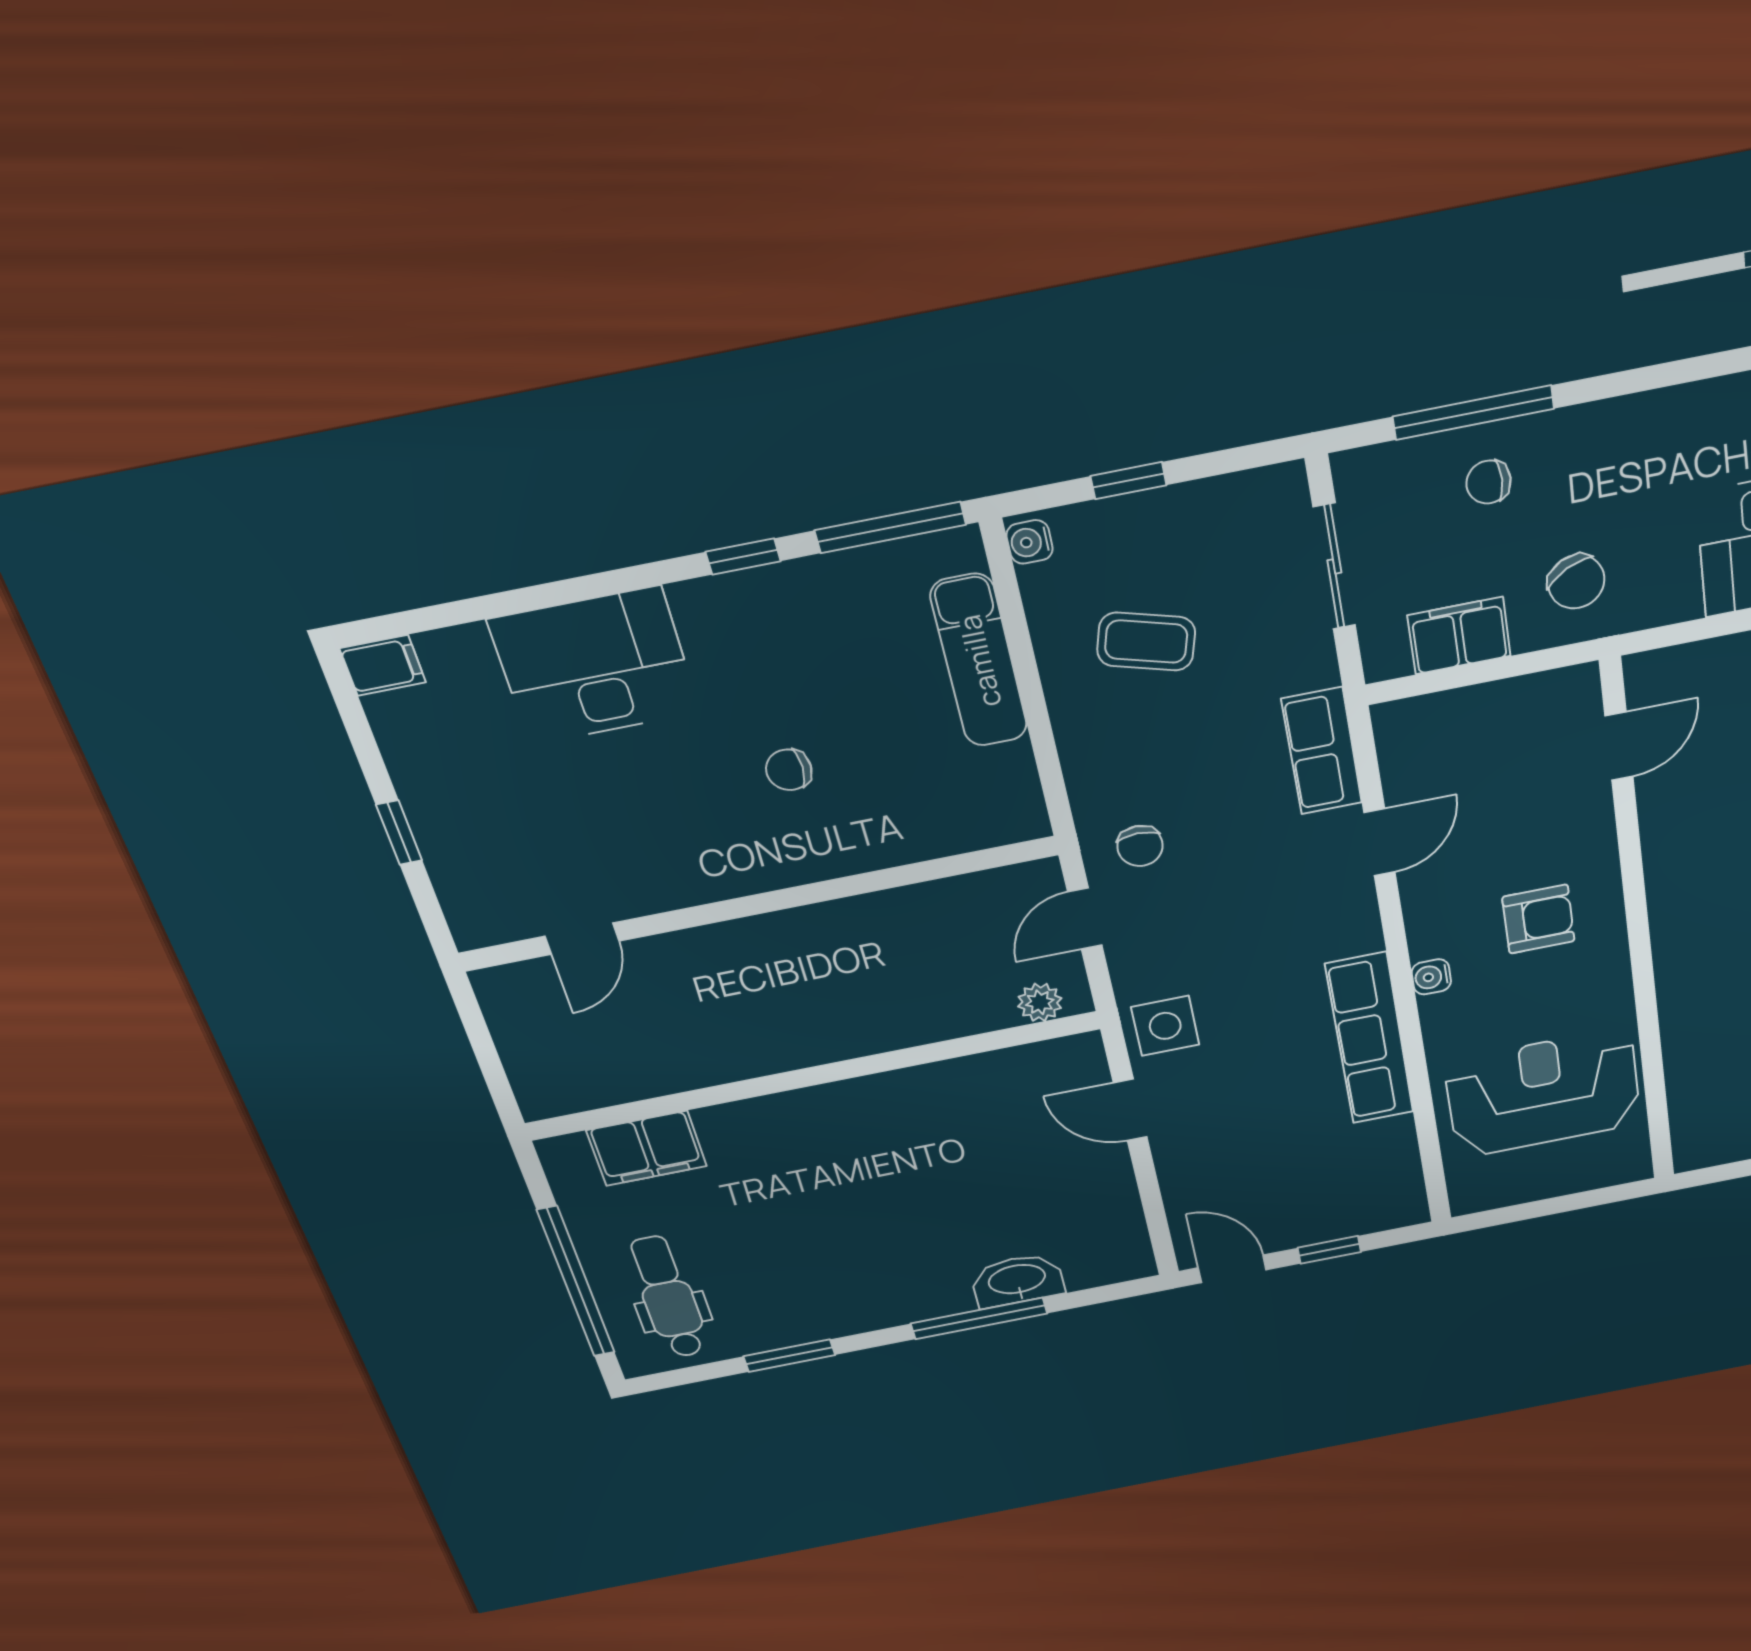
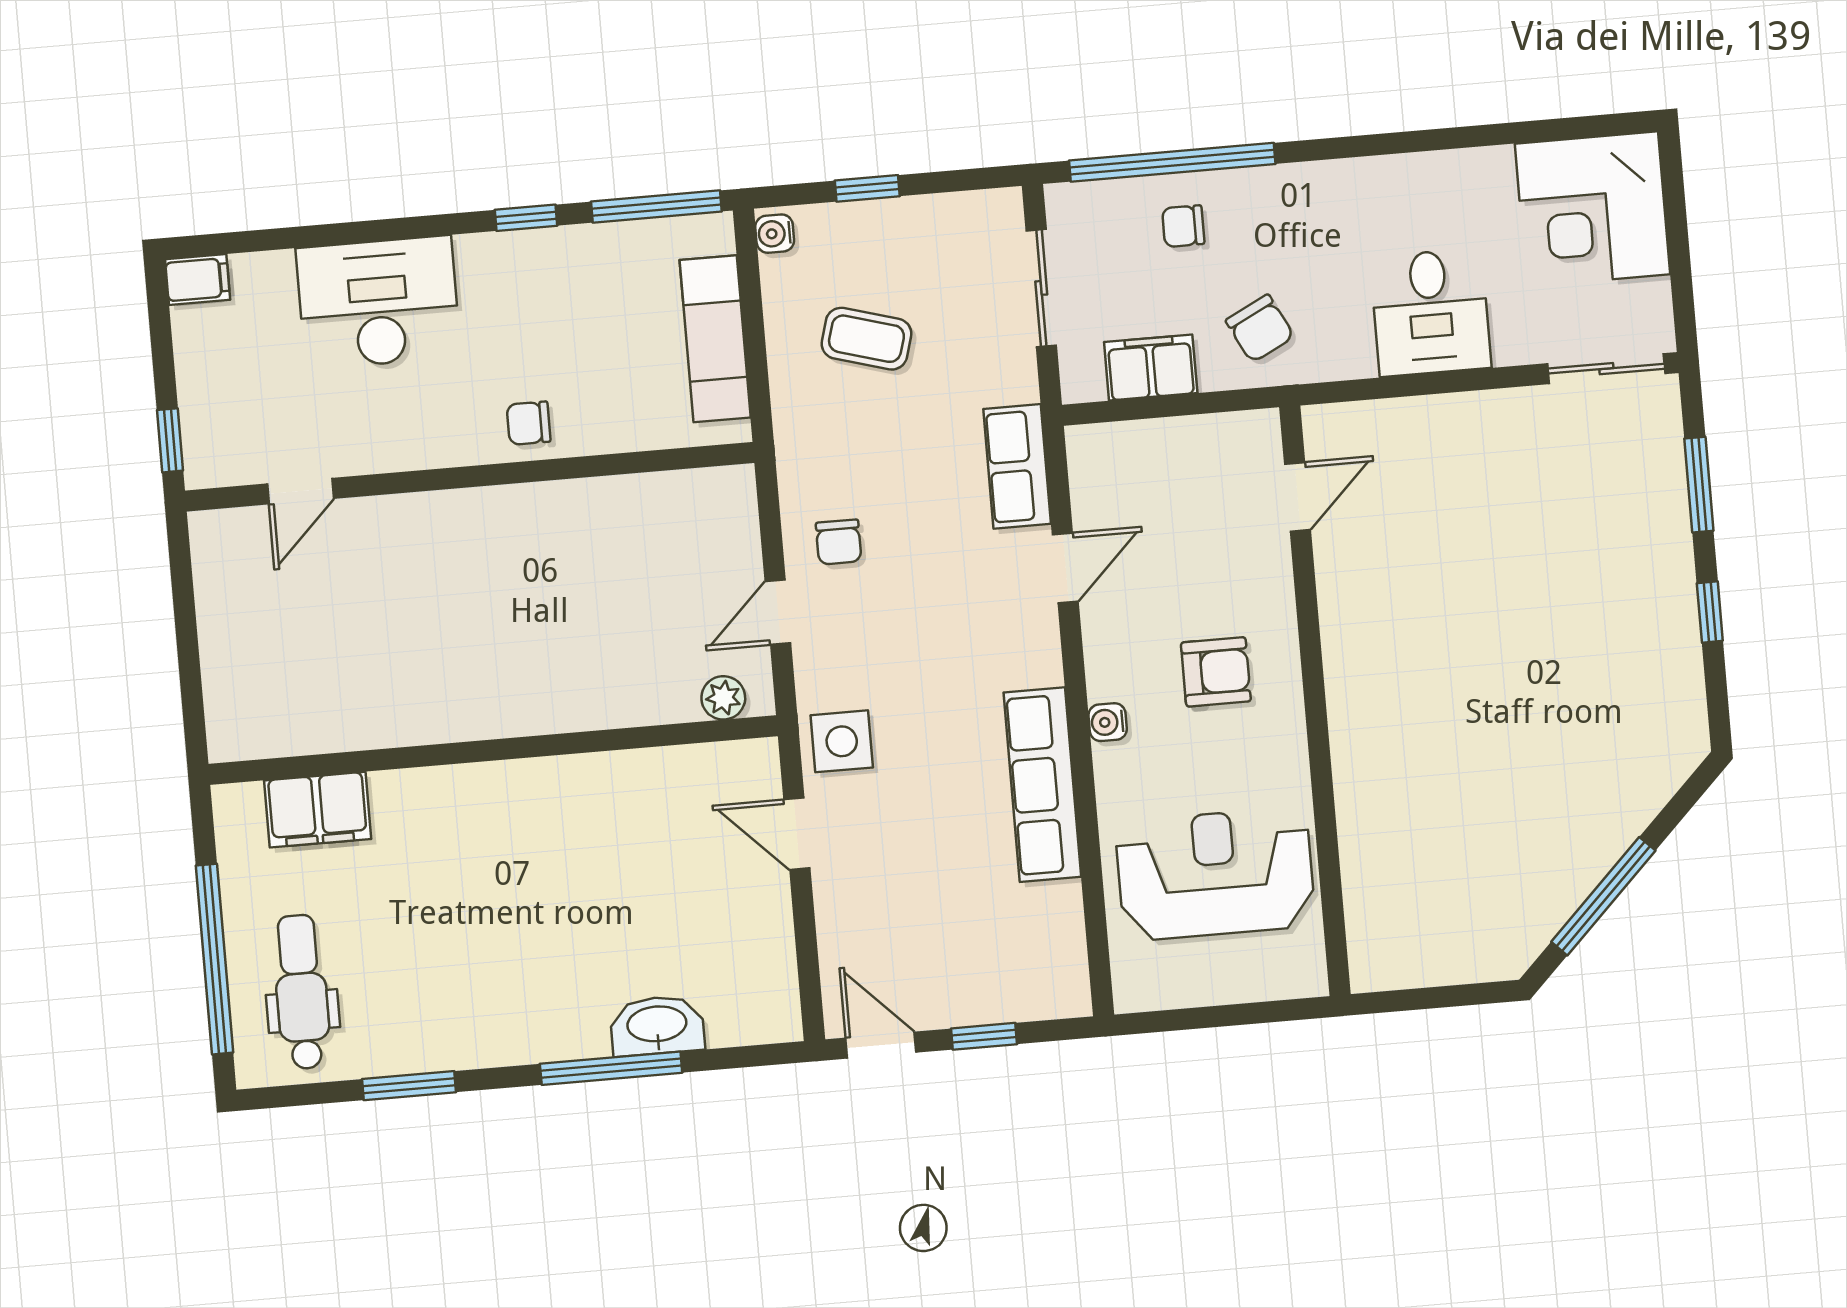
window: (1473, 413) -> (1172, 162), width x1.46
wall: (759, 904) -> (470, 477), moved
door: (582, 939) -> (301, 491), moved

